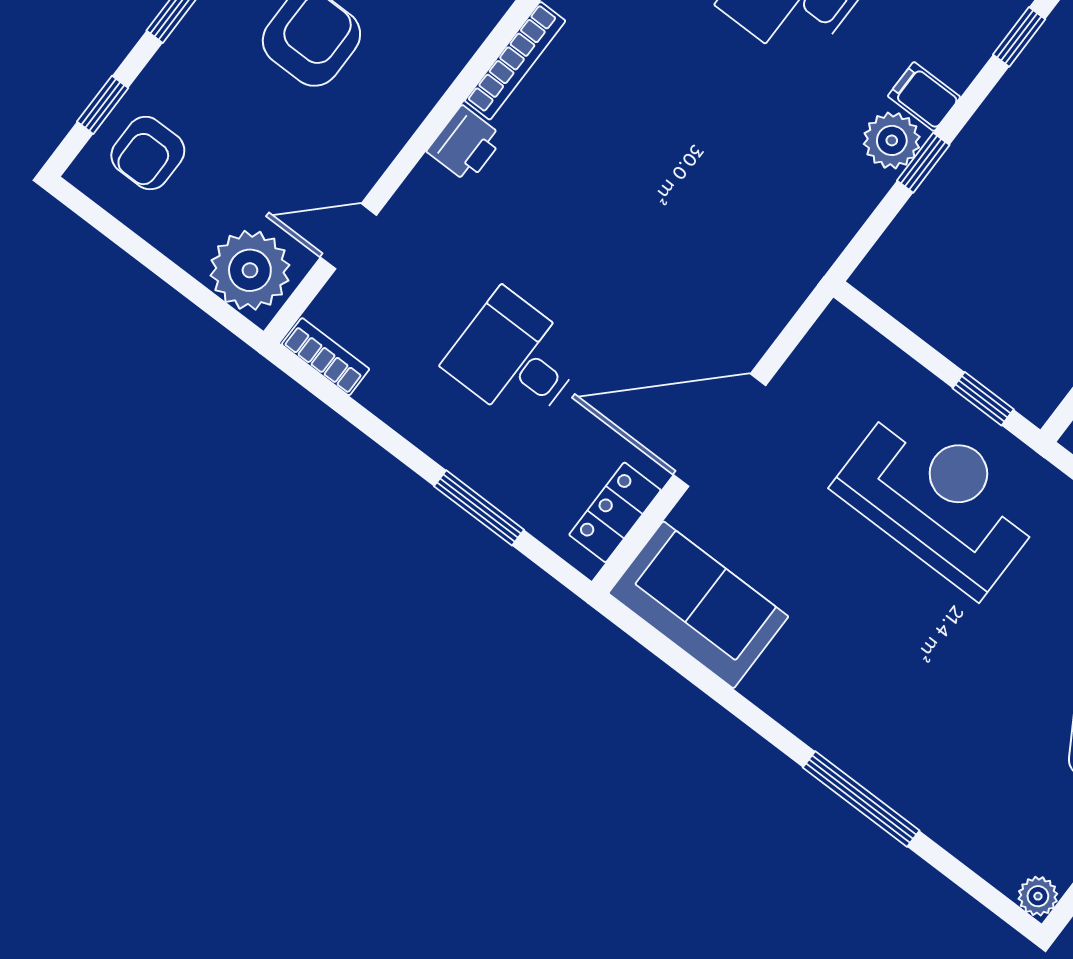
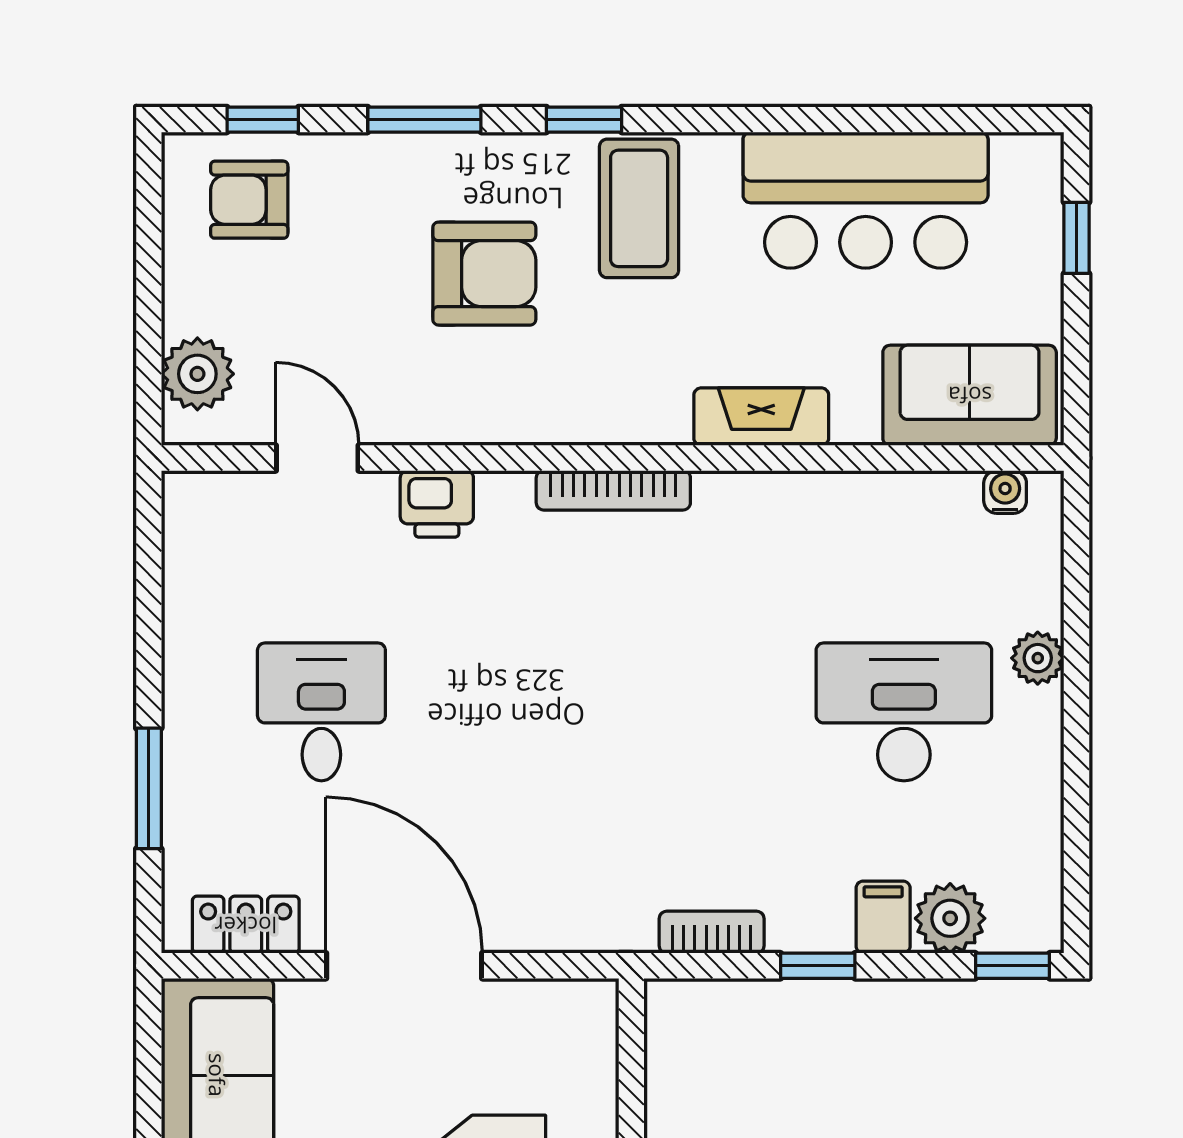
plant: (892, 140) -> (950, 918), moved
printer: (465, 144) -> (437, 504), moved
plant: (250, 270) -> (197, 374), width x0.73, depth x0.73
bookcase: (326, 357) -> (712, 932), moved, turned -90

